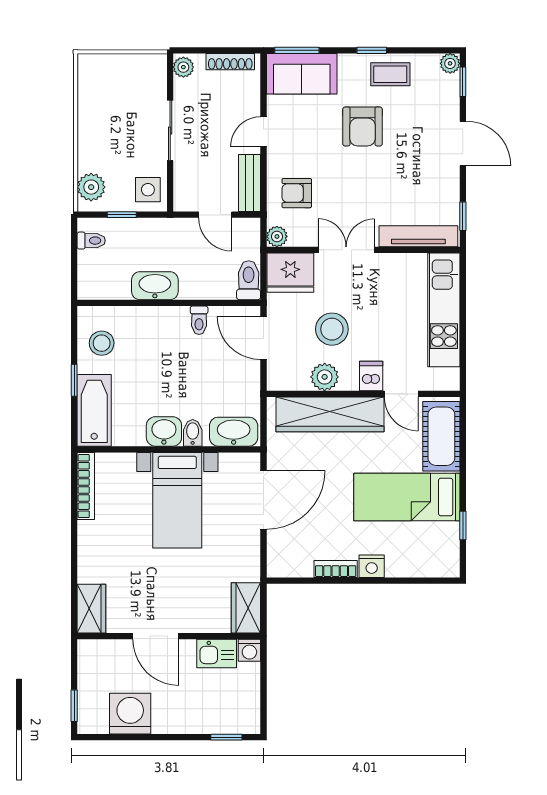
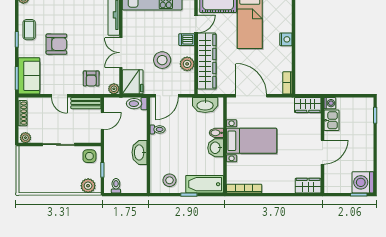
washbasin: (234, 432) -> (205, 105), moved, turned -90
bookcase: (336, 569) -> (287, 83), moved
washing machine: (130, 714) -> (363, 182), moved

